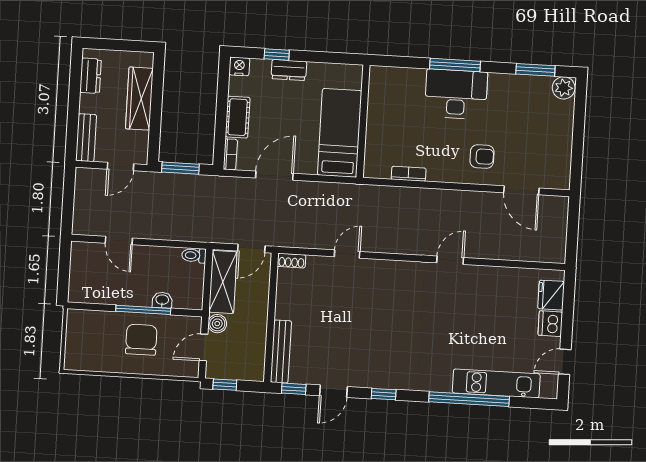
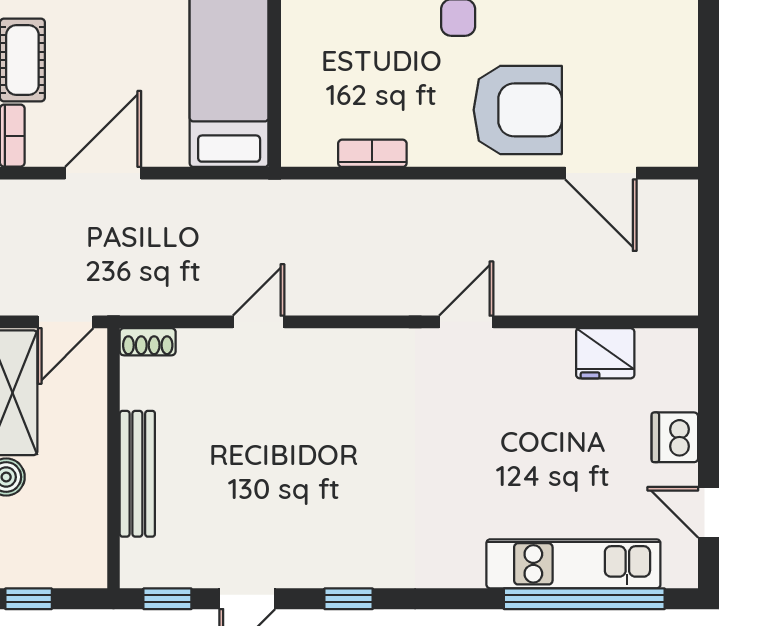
armchair: (482, 156) -> (518, 110), width x1.88, depth x1.88
fridge: (551, 295) -> (605, 353), moved, turned -90
bench: (281, 352) -> (137, 474), moved
door: (565, 362) -> (708, 512), hinge flipped
window: (469, 399) -> (584, 599), moved

